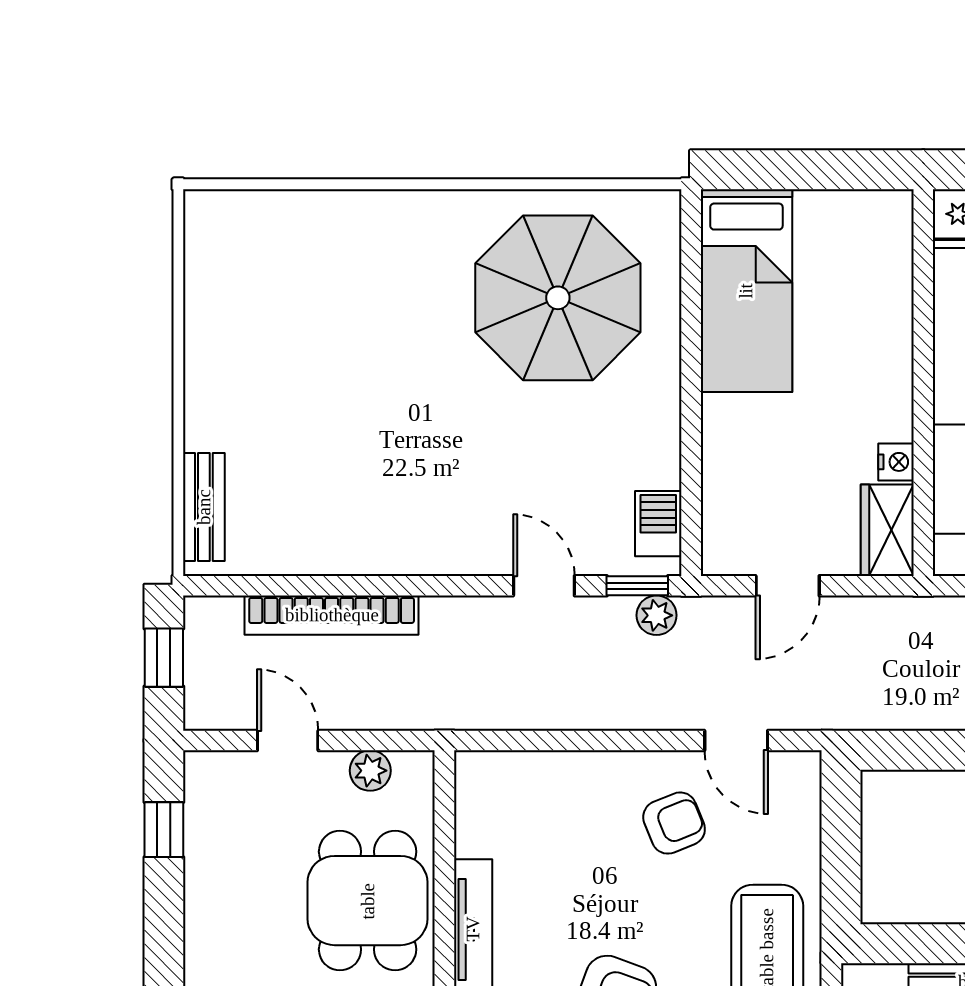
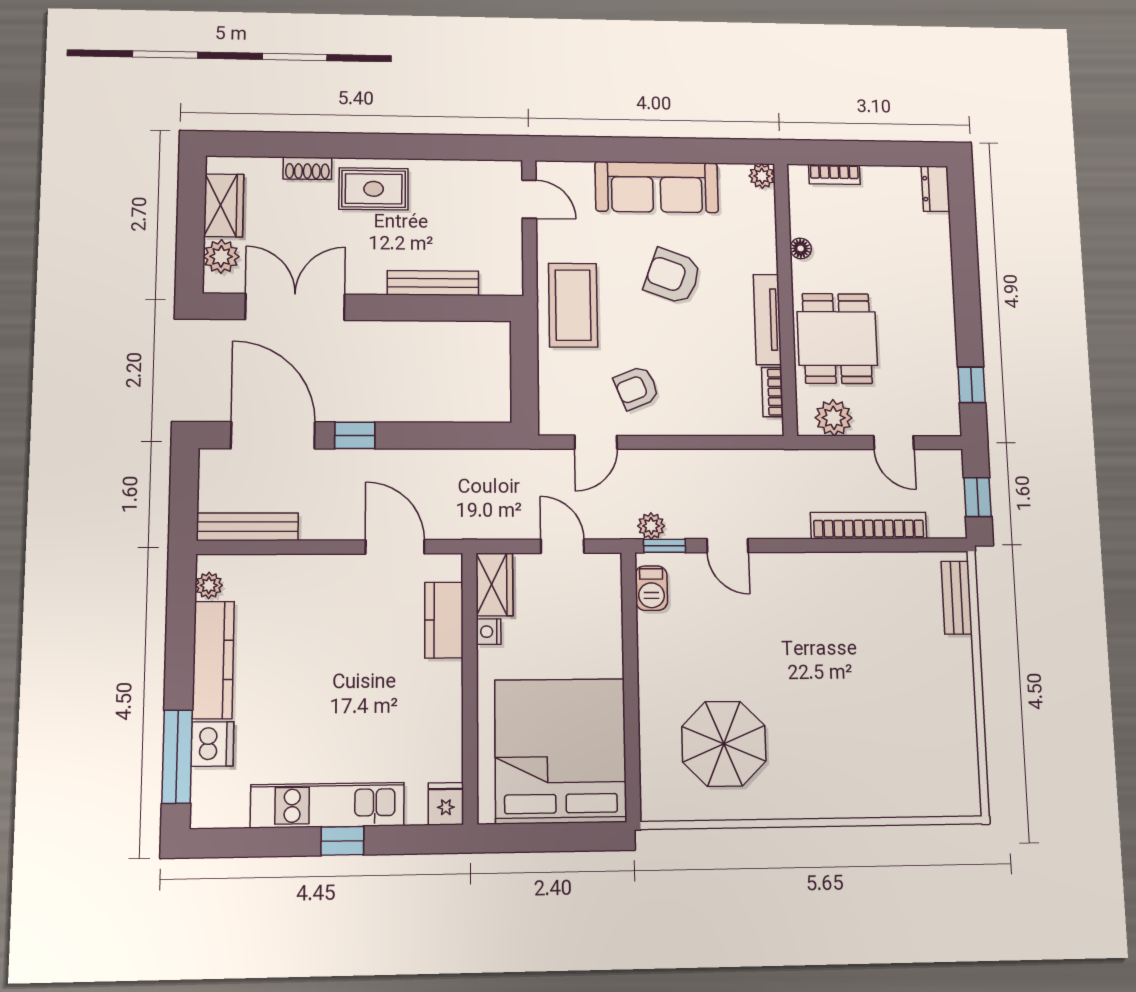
bed: (746, 291) -> (560, 751), width x2.04
parasol: (558, 298) -> (724, 744), width x0.73, depth x0.73
door: (788, 586) -> (562, 546), hinge flipped
door: (736, 741) -> (596, 442), swing flipped
plant: (370, 771) -> (834, 418), width x1.38, depth x1.38
bookcase: (469, 817) -> (772, 392), added

